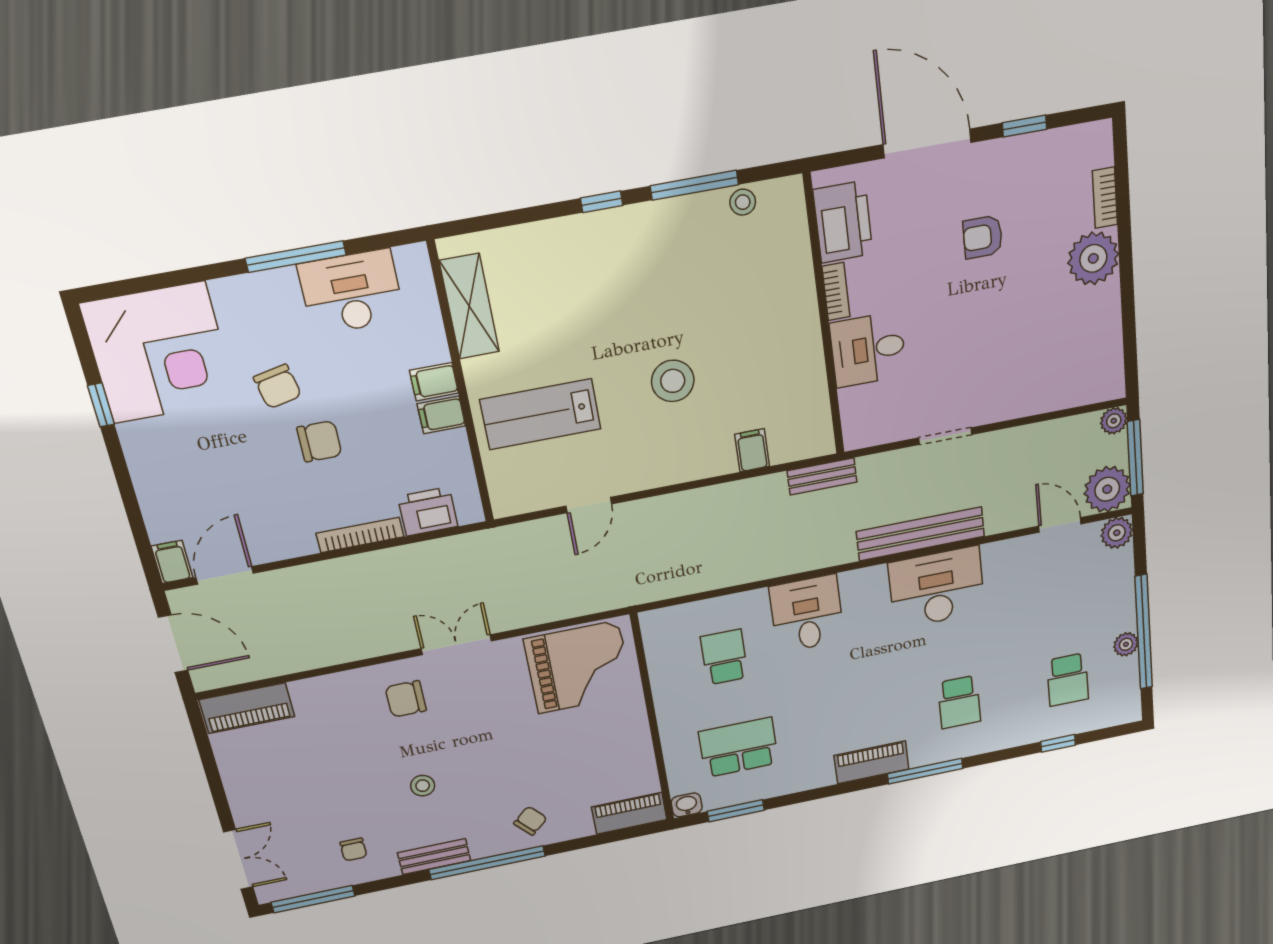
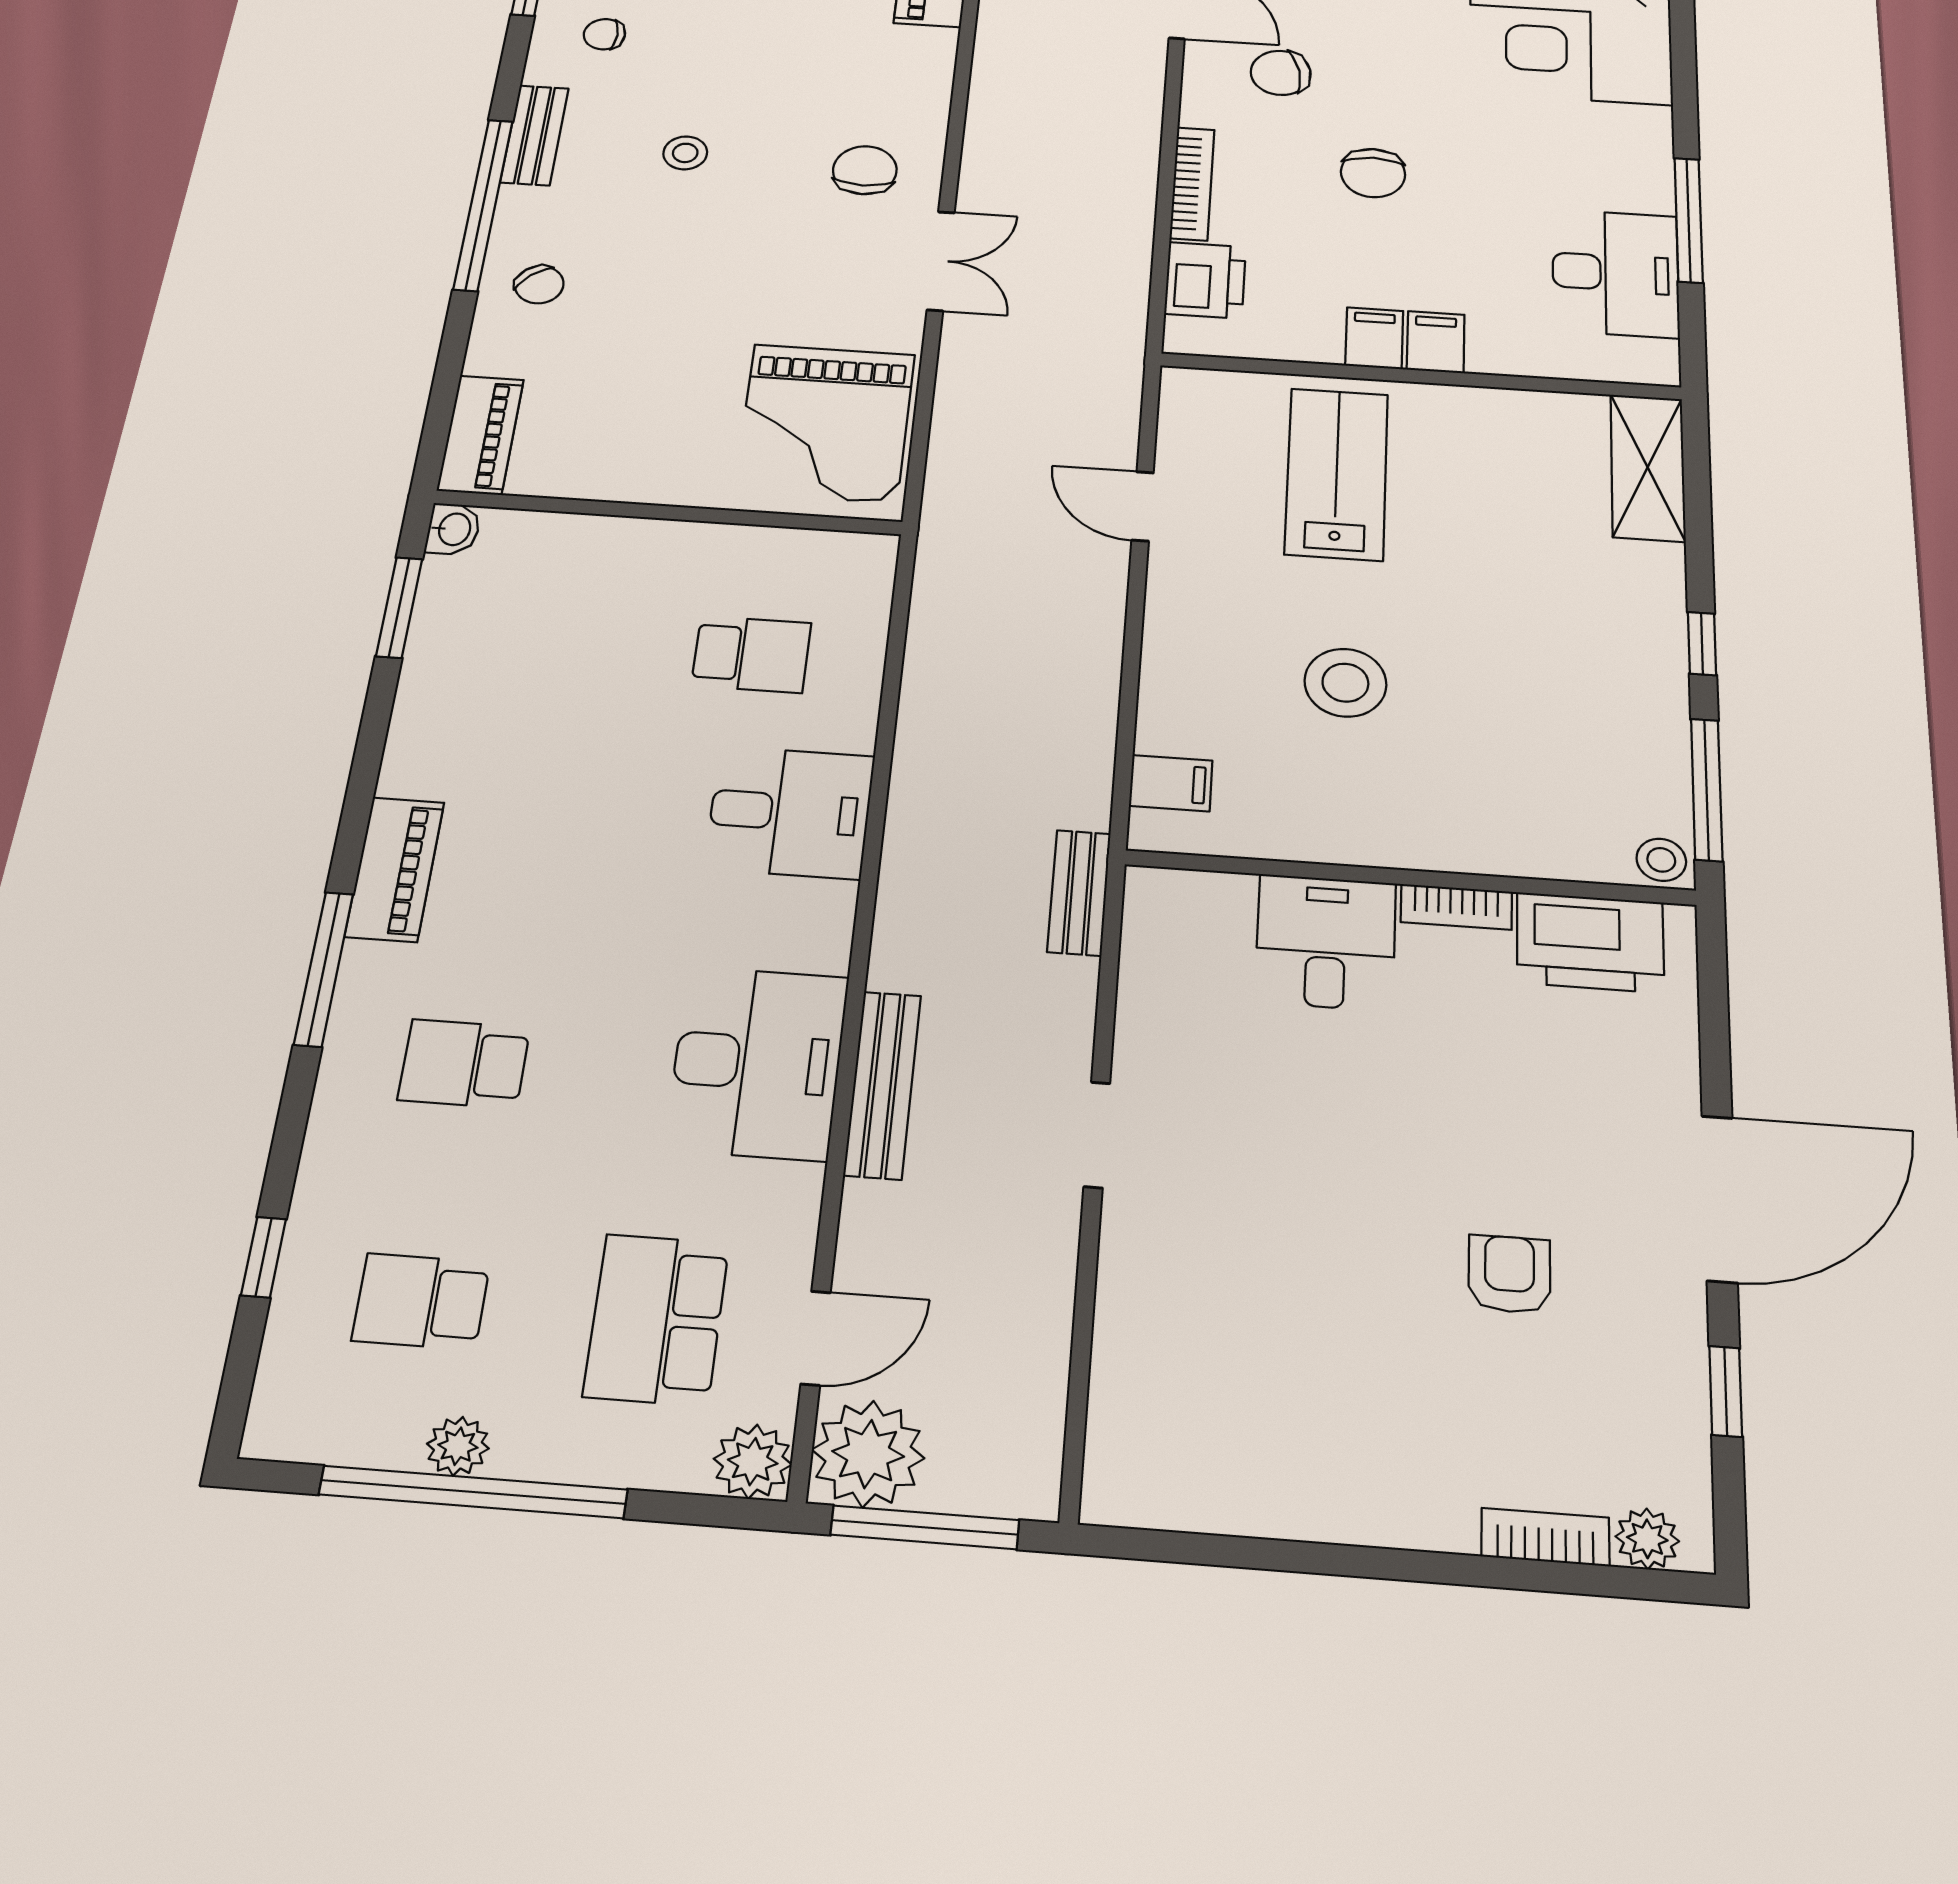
printer: (843, 222) -> (1590, 942), moved
plant: (1093, 258) -> (1647, 1539), moved, width x0.53, depth x0.53
bookcase: (836, 291) -> (1456, 907), moved
shelving: (469, 306) -> (1648, 467), moved, turned 90
wall: (824, 317) -> (1410, 878), moved
desk: (868, 349) -> (1326, 942), moved
chair: (277, 386) -> (1281, 73), moved
plant: (1114, 421) -> (1030, 1490), removed
bench: (921, 534) -> (883, 1085), width x0.73, depth x0.82
school desk: (739, 747) -> (657, 1319), moved, turned 180

